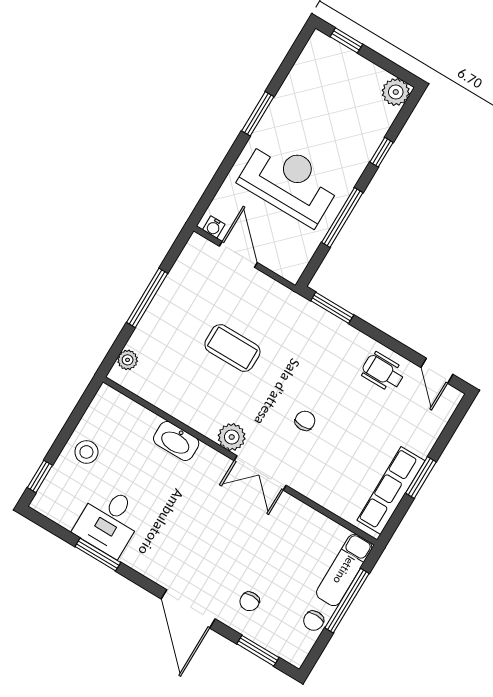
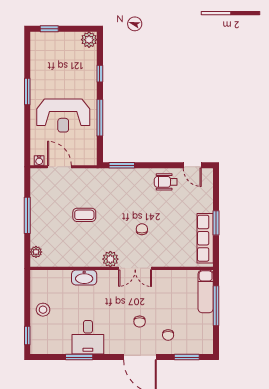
reception desk: (290, 182) -> (63, 116), turned 180
coffee table: (232, 348) -> (84, 215), width x0.73, depth x0.77
desk: (109, 521) -> (88, 337), moved
chair: (314, 621) -> (140, 322), moved

